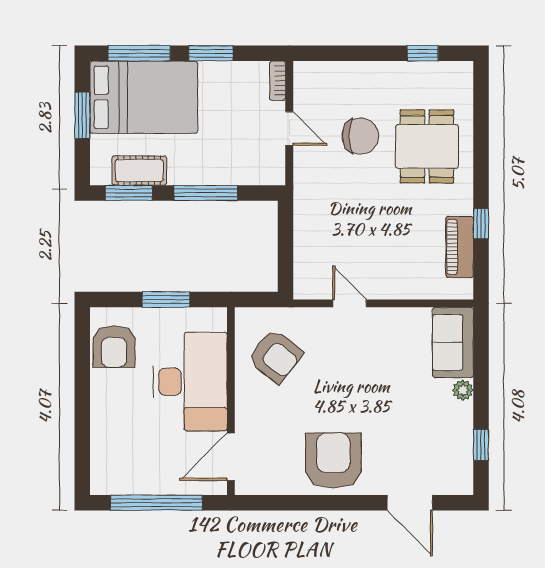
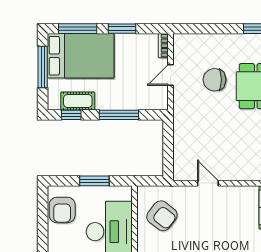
window: (82, 115) -> (43, 67), width x1.44
door: (289, 129) -> (171, 75), swing flipped
chair: (360, 136) -> (214, 80), turned 180
window: (129, 193) -> (71, 115), width x0.67

